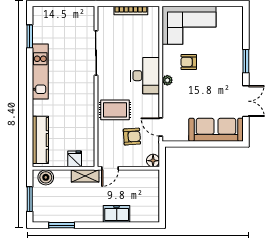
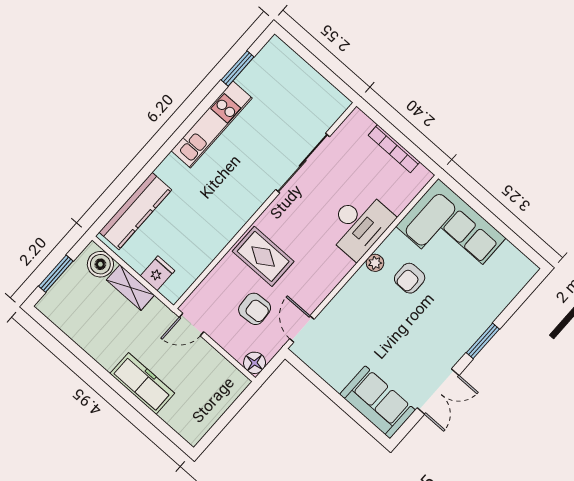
armchair: (189, 62) -> (410, 278), turned -90
desk: (145, 76) -> (359, 224), moved
plant: (167, 80) -> (375, 263), moved
sofa: (216, 130) -> (377, 402), width x0.73
shelving: (85, 176) -> (130, 287), moved
freezer: (117, 214) -> (142, 383), width x1.40
window: (62, 225) -> (67, 342), removed

